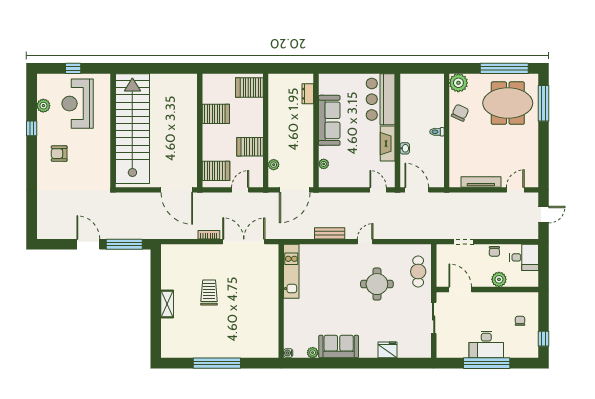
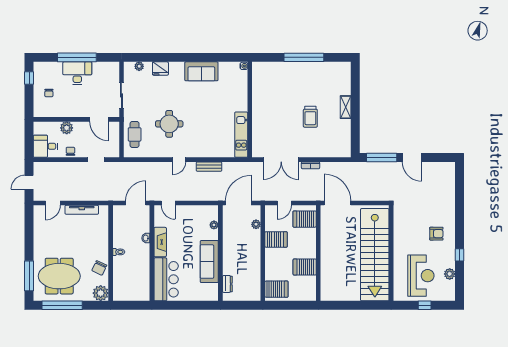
door: (417, 190) -> (136, 203), swing flipped
plant: (313, 353) -> (139, 66), moved

